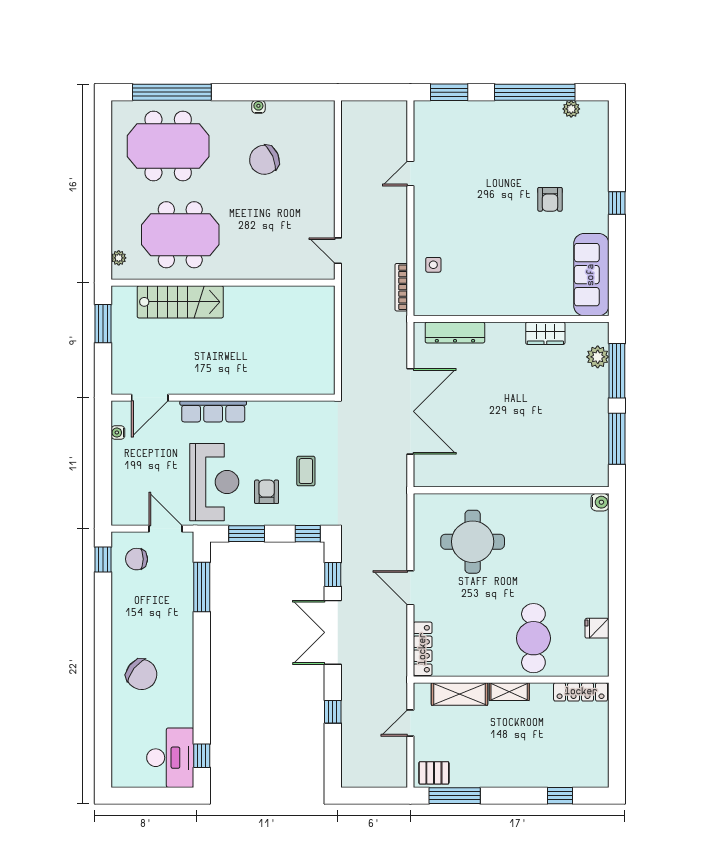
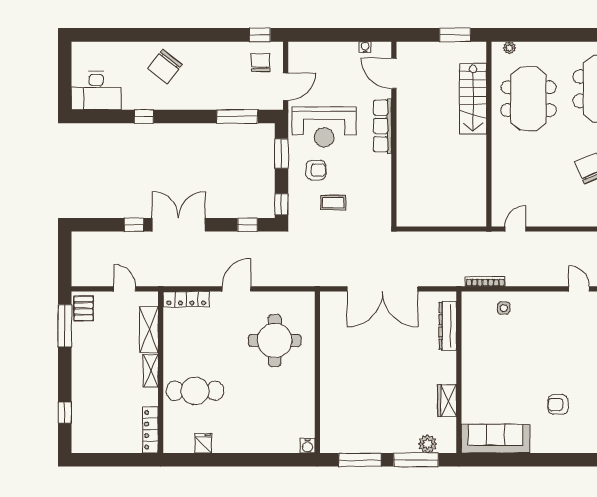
window: (617, 203) -> (555, 460), removed
double door: (333, 632) -> (179, 225), moved
window: (202, 756) -> (144, 117), moved

